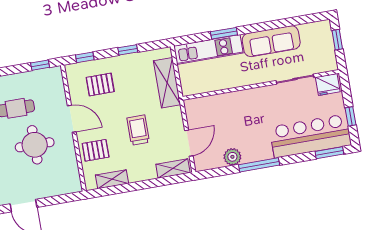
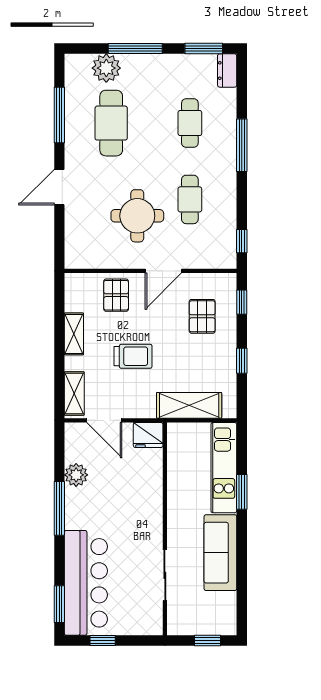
fridge: (328, 84) -> (148, 435), moved, turned -90
shelving: (112, 179) -> (74, 334), moved

